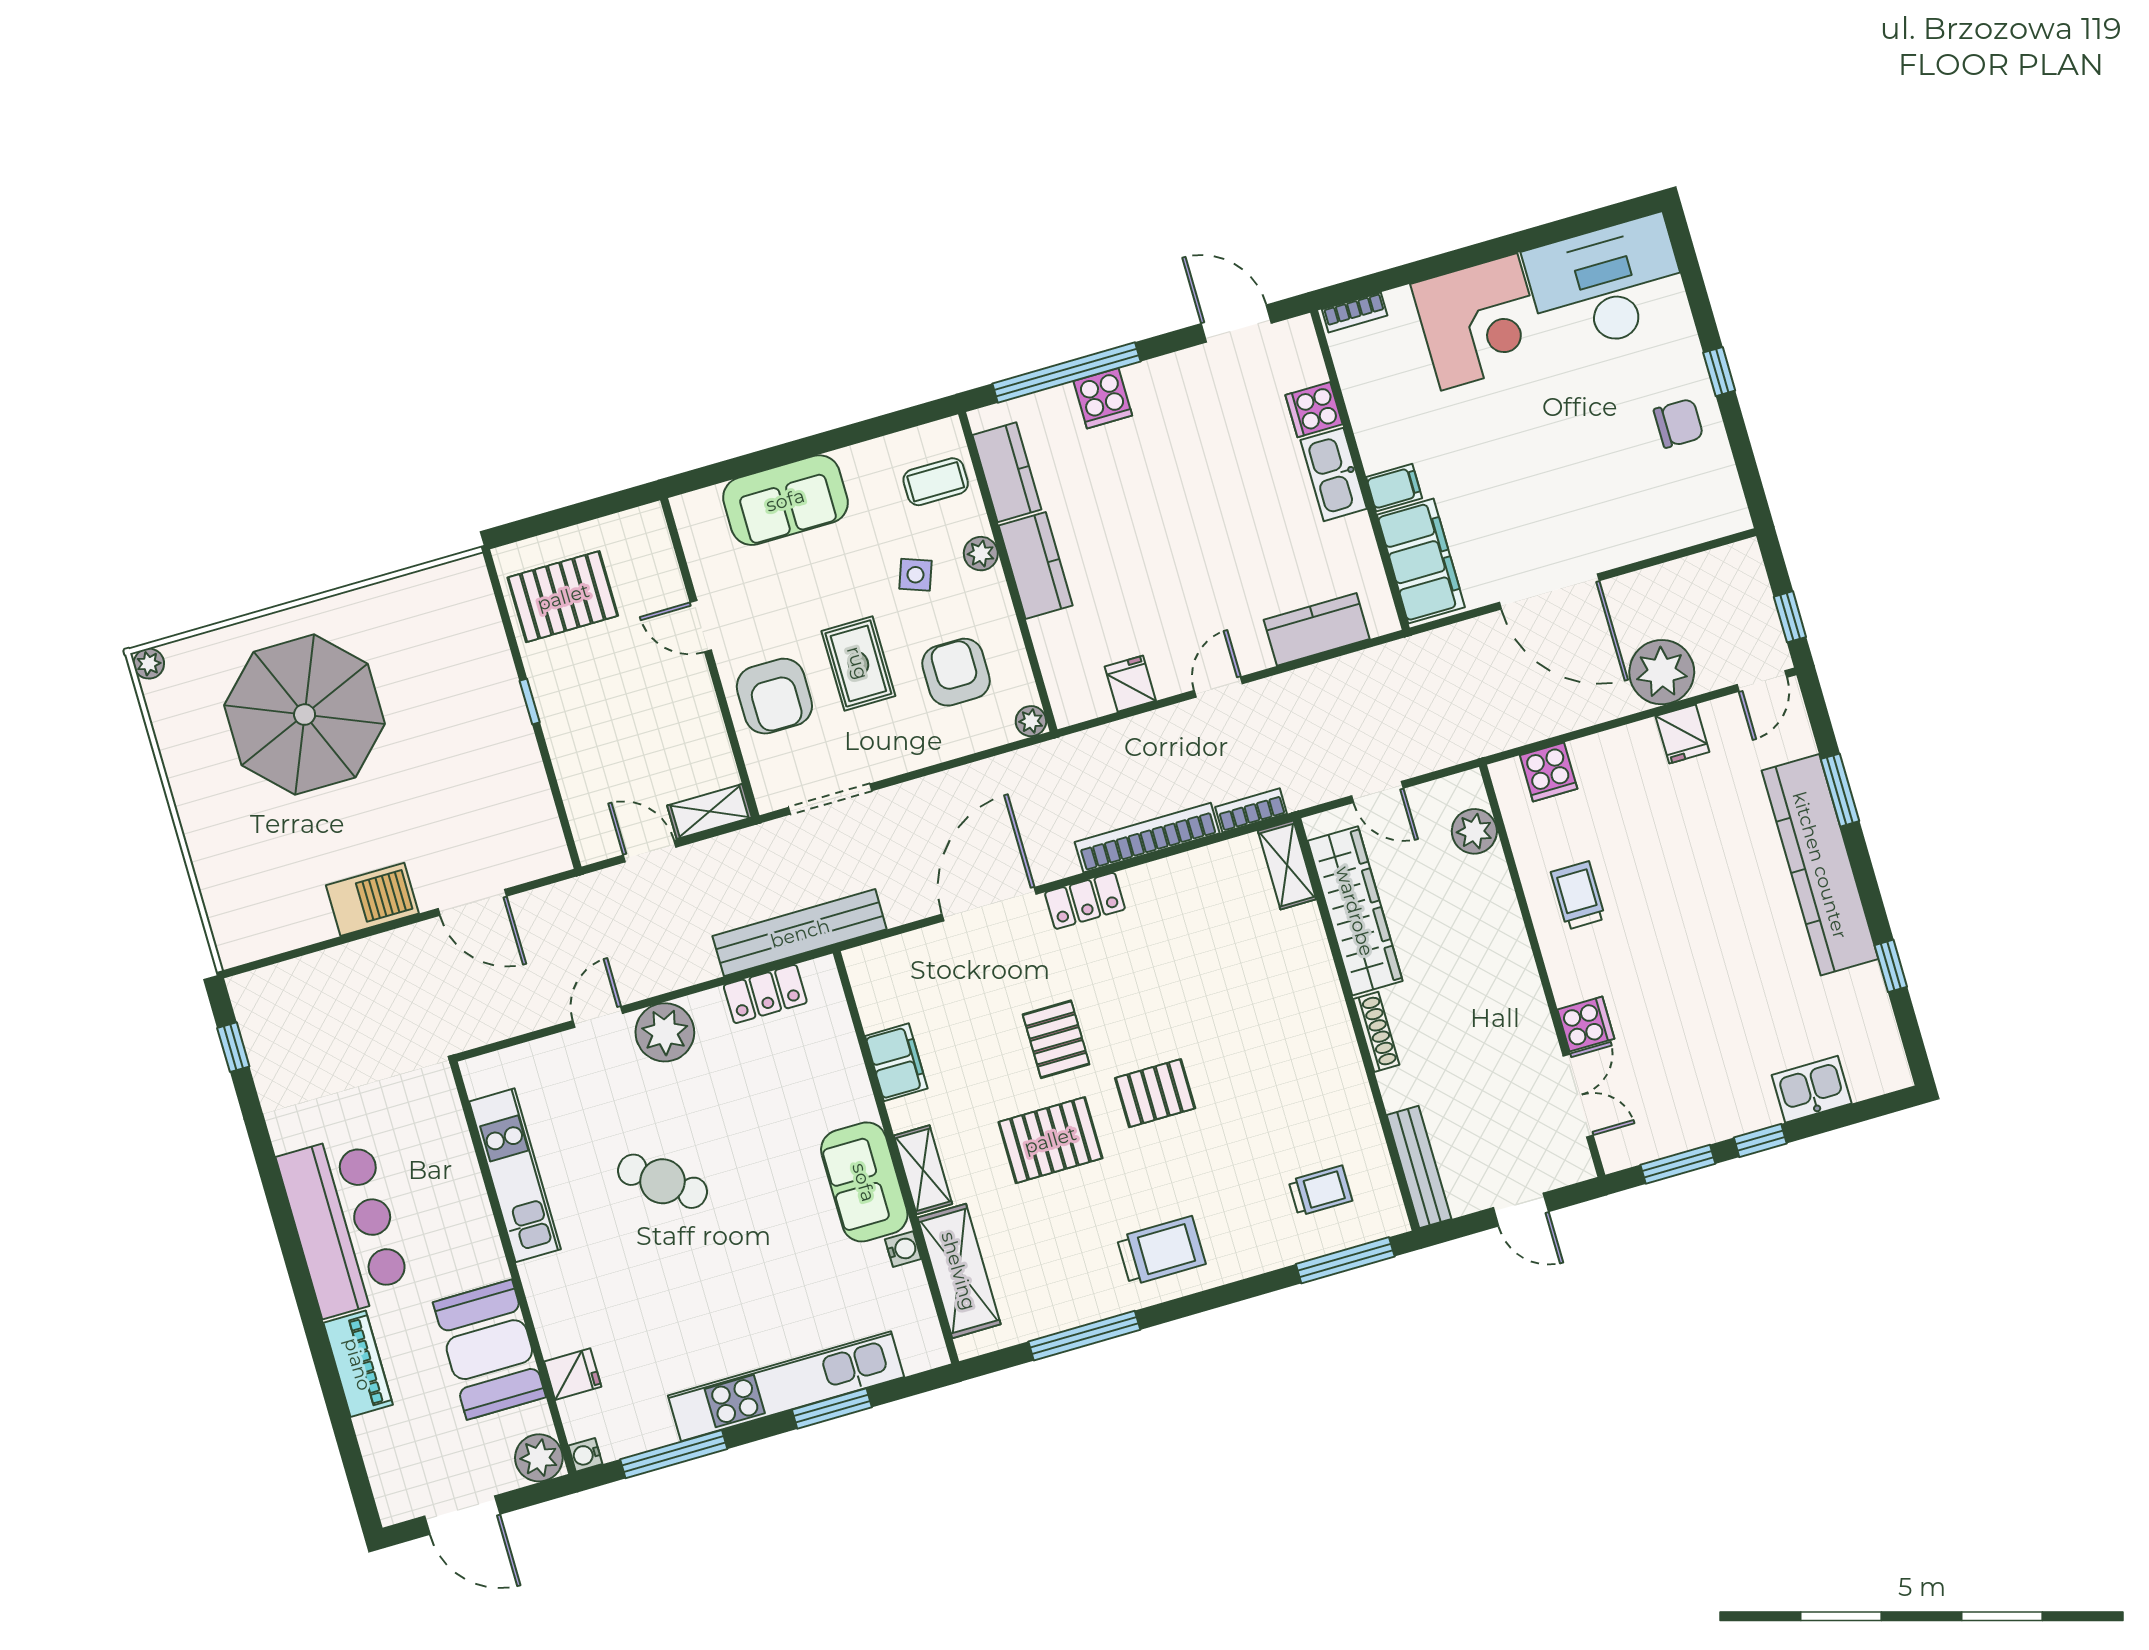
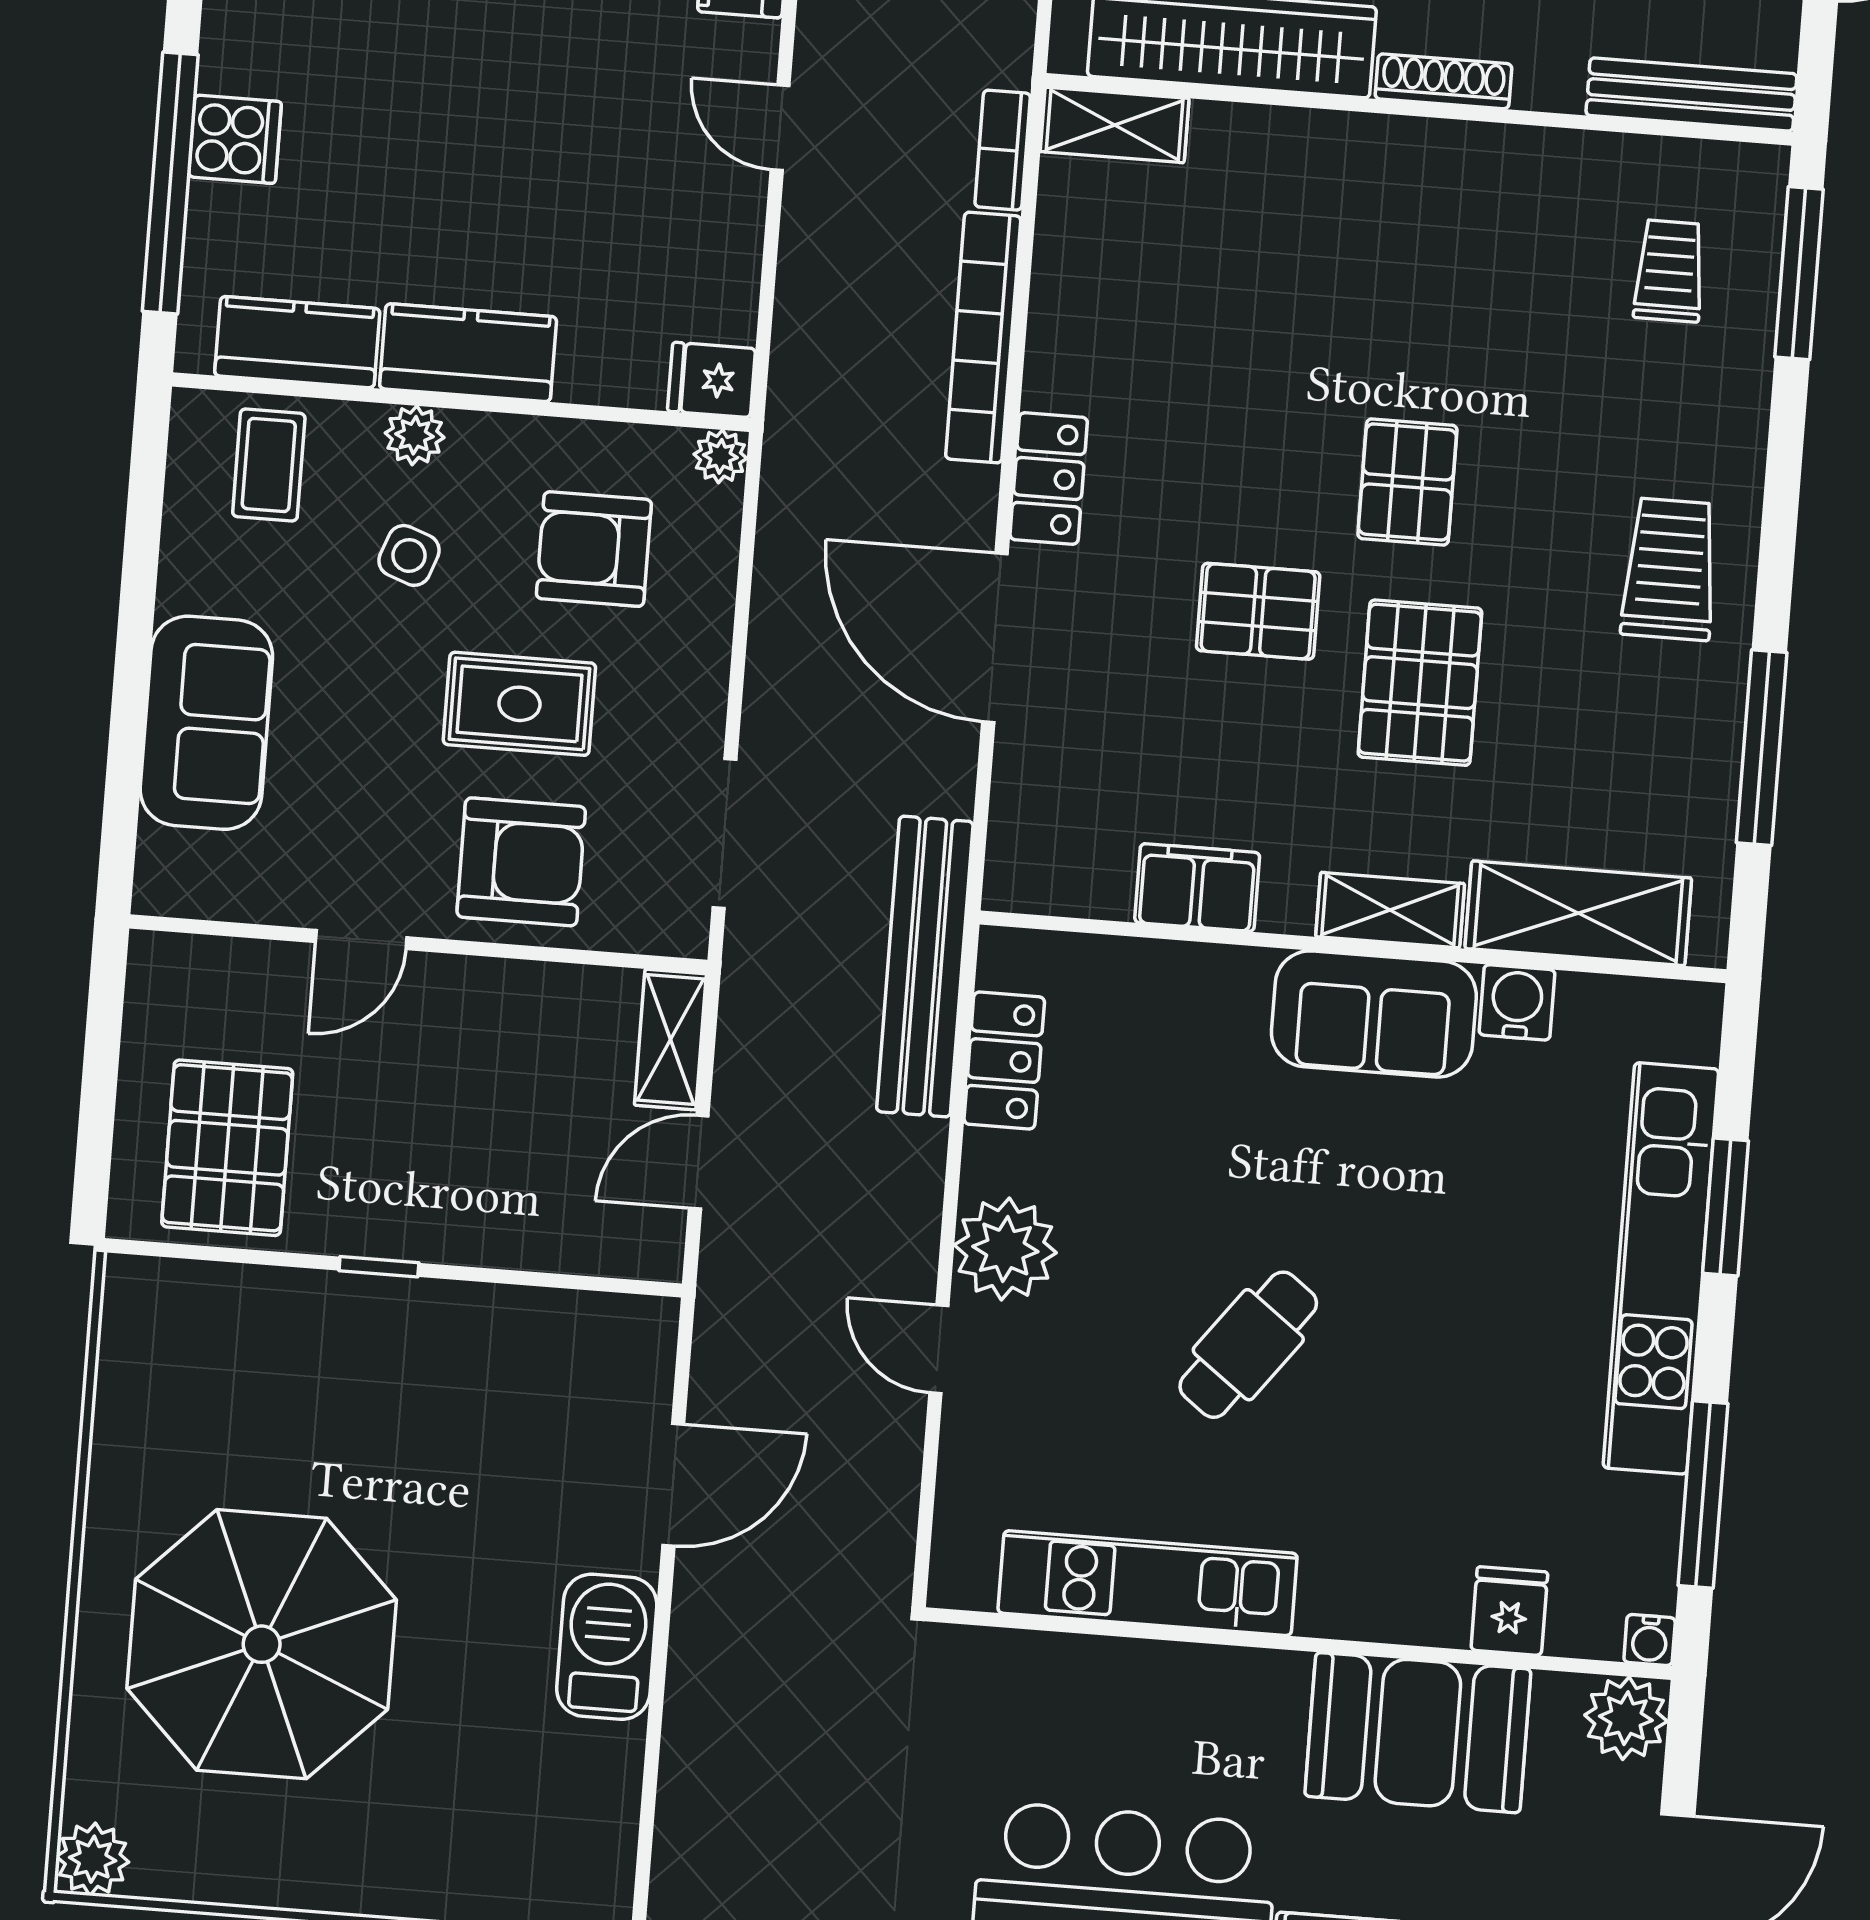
plant: (149, 664) -> (93, 1859), width x1.38, depth x1.38
fridge: (1130, 684) -> (712, 380), moved
water cooler: (903, 1249) -> (1517, 1002), width x1.38, depth x1.38

